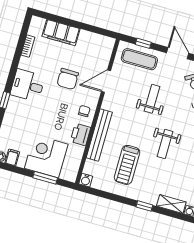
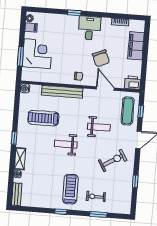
chair: (68, 79) -> (101, 58), turned -112
printer: (80, 134) -> (133, 83), moved

